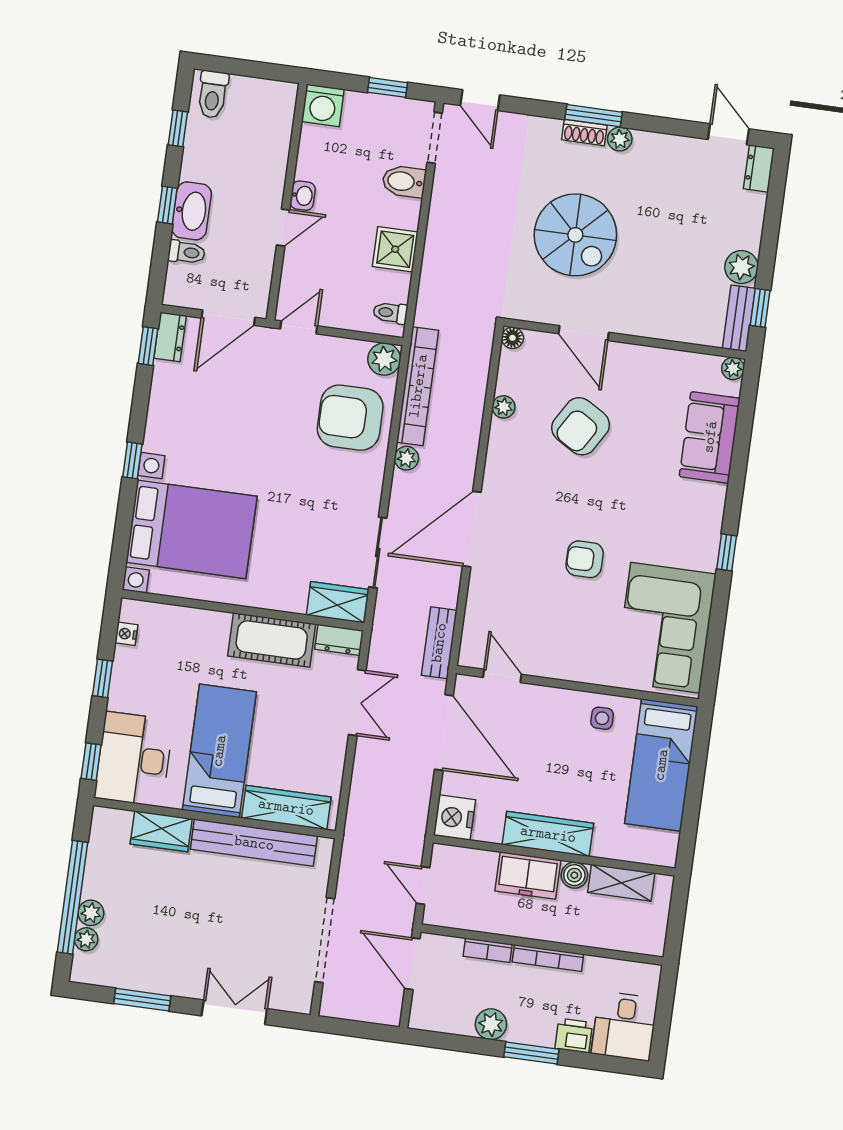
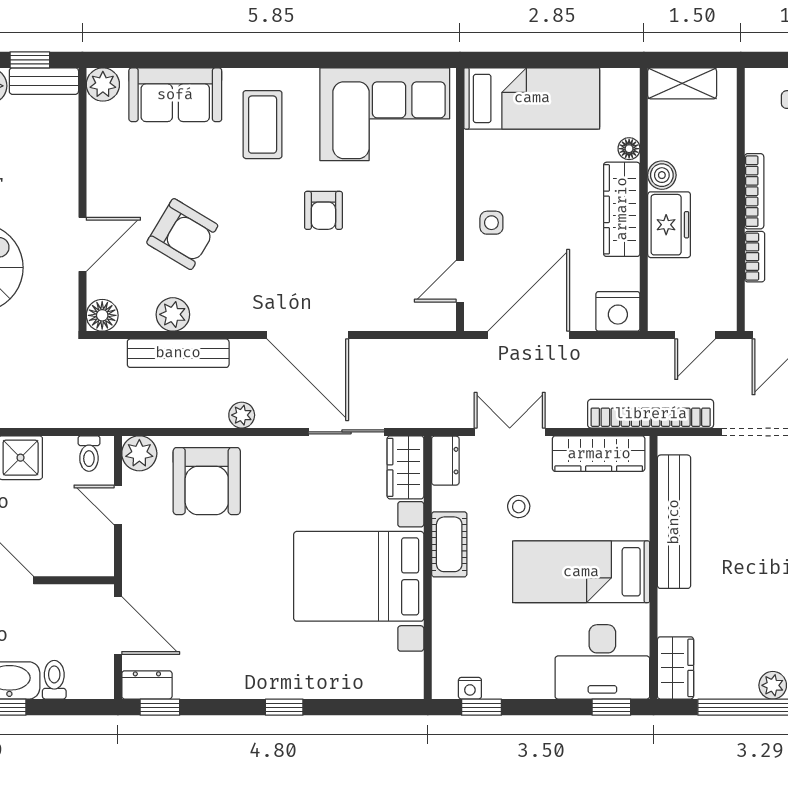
door: (299, 327) -> (118, 505), moved
floor lamp: (512, 338) -> (102, 315), width x1.37, depth x1.37
plant: (733, 368) -> (103, 85), width x1.38, depth x1.38
bookcase: (418, 386) -> (651, 414), moved
plant: (504, 407) -> (173, 314), width x1.38, depth x1.38
coffee table: (671, 514) -> (263, 125), added
bed with nightstands: (191, 529) -> (359, 576), moved, turned -90
window: (727, 552) -> (295, 60), removed
cot: (272, 640) -> (449, 544), width x0.73, depth x0.75
bench: (439, 643) -> (178, 353), moved, width x1.36
window: (102, 678) -> (481, 707), moved
stool: (287, 702) -> (519, 507), added
side table: (602, 718) -> (491, 223), moved
wardrobe: (286, 807) -> (599, 454), moved, turned -90
wardrobe: (161, 831) -> (675, 668), moved
floor lamp: (603, 848) -> (629, 149), added
shelving: (621, 883) -> (682, 83), moved, turned 90

